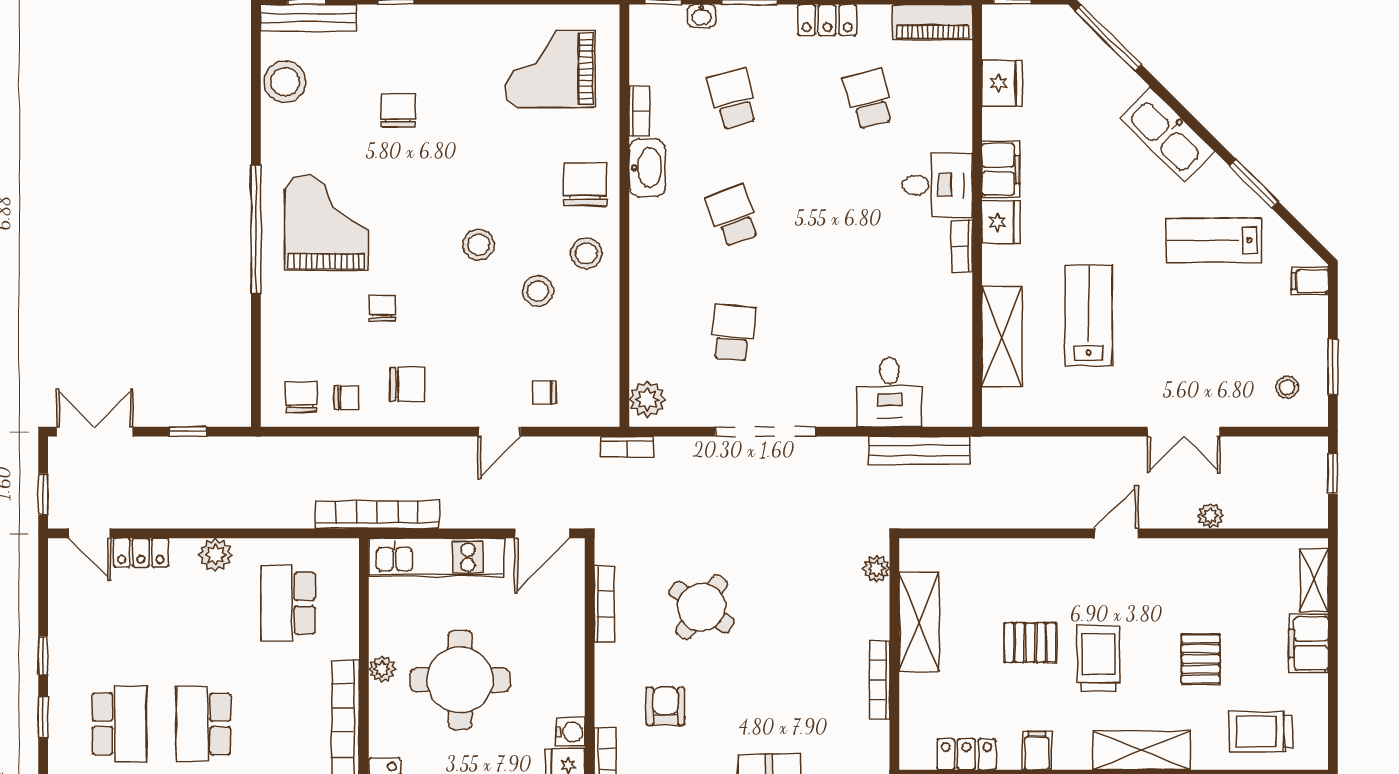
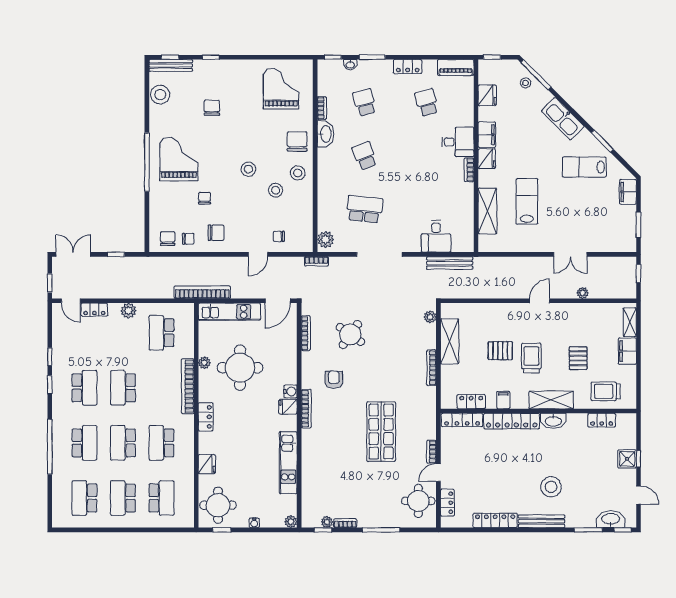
grand piano: (550, 69) -> (281, 89), turned 90
filing cabinet: (1310, 281) -> (628, 192), width x2.00
school desk: (733, 332) -> (365, 209), width x1.85
stool: (1287, 387) -> (526, 83), moved

